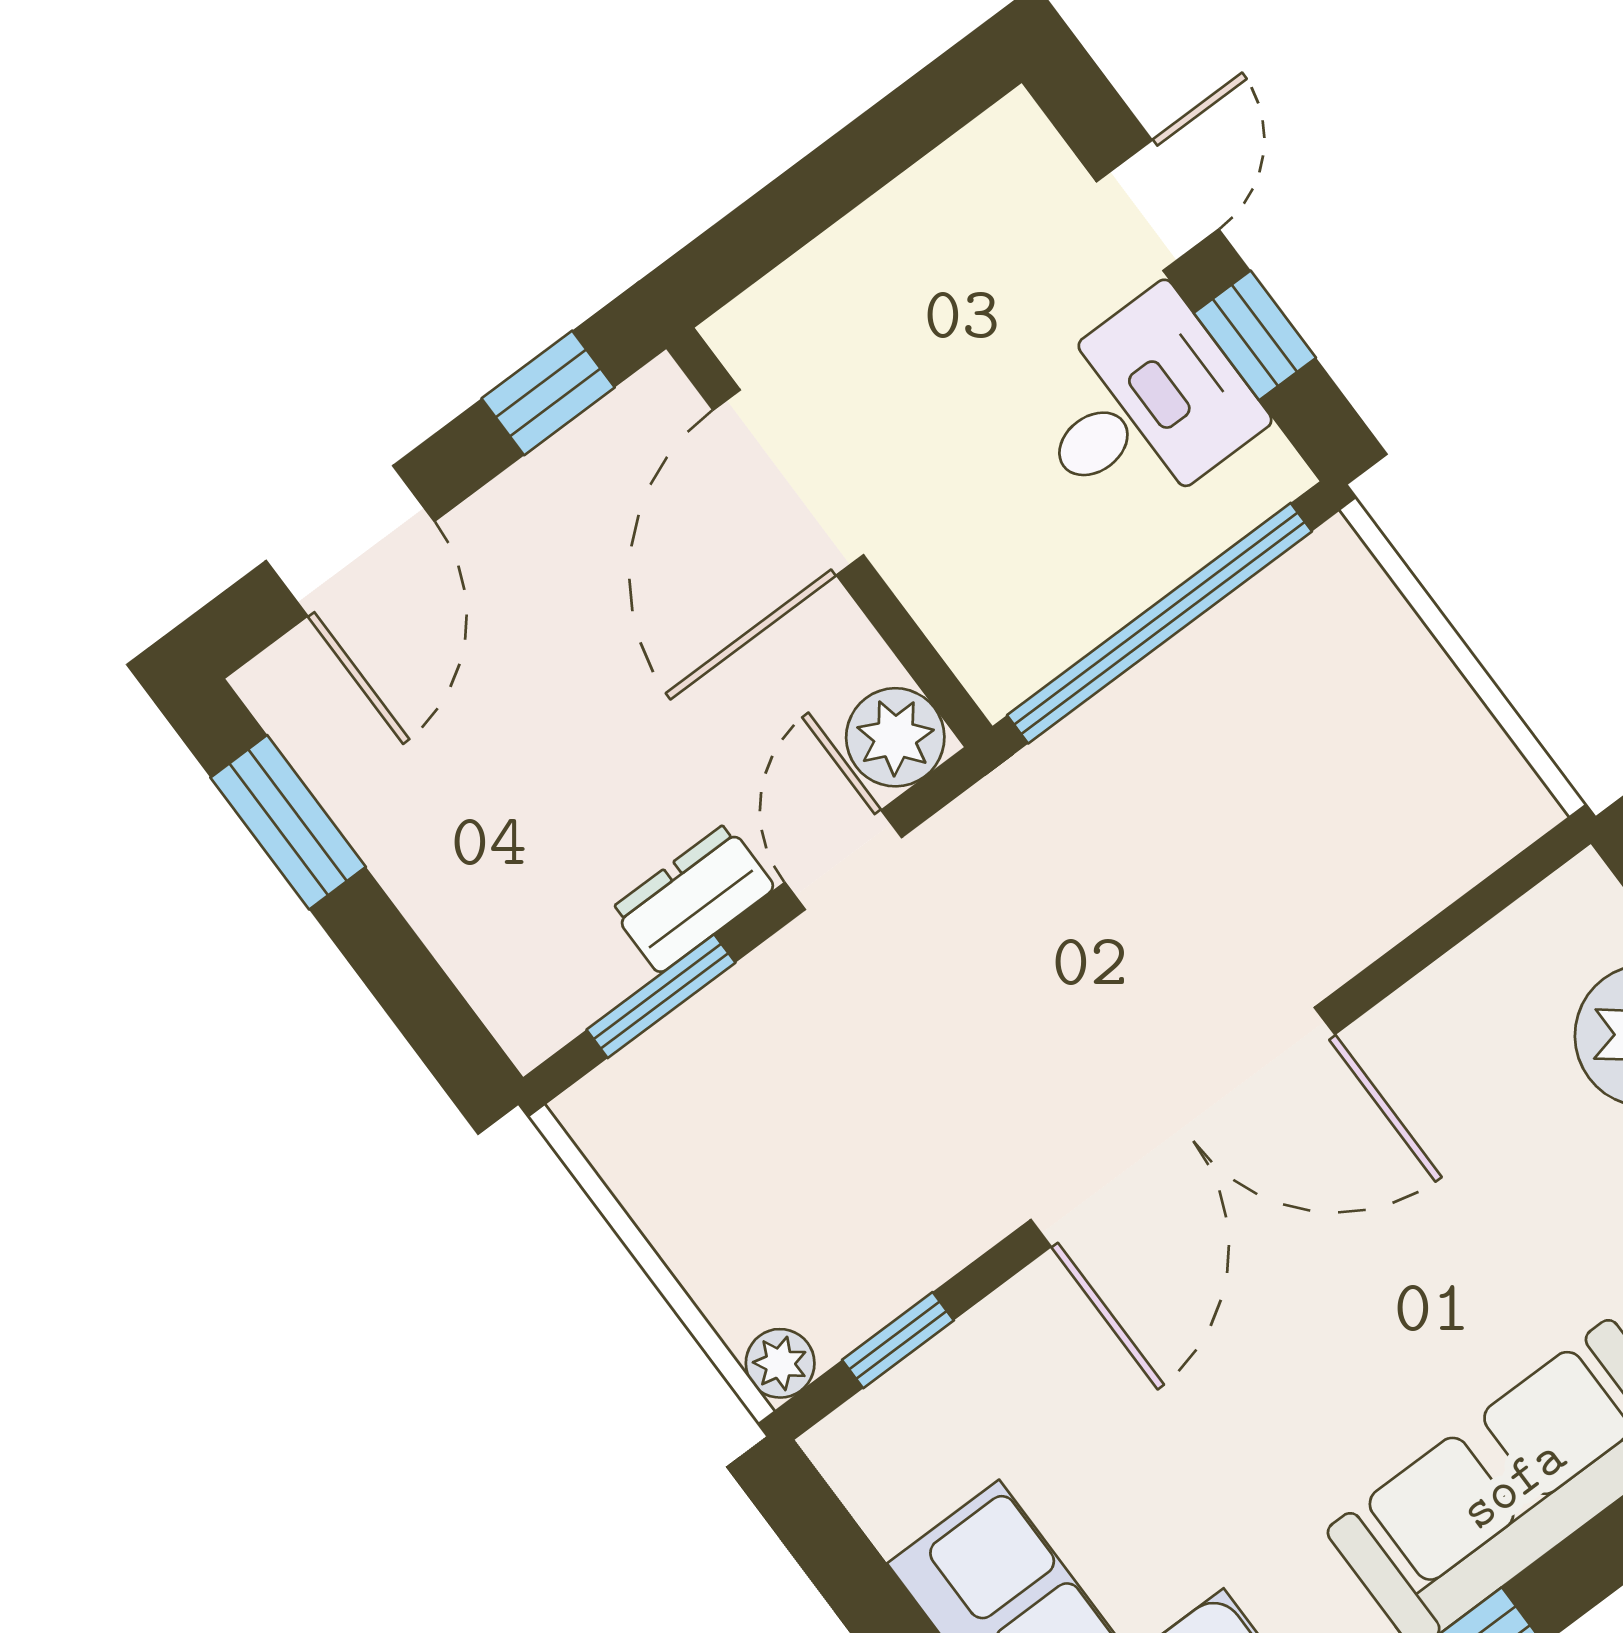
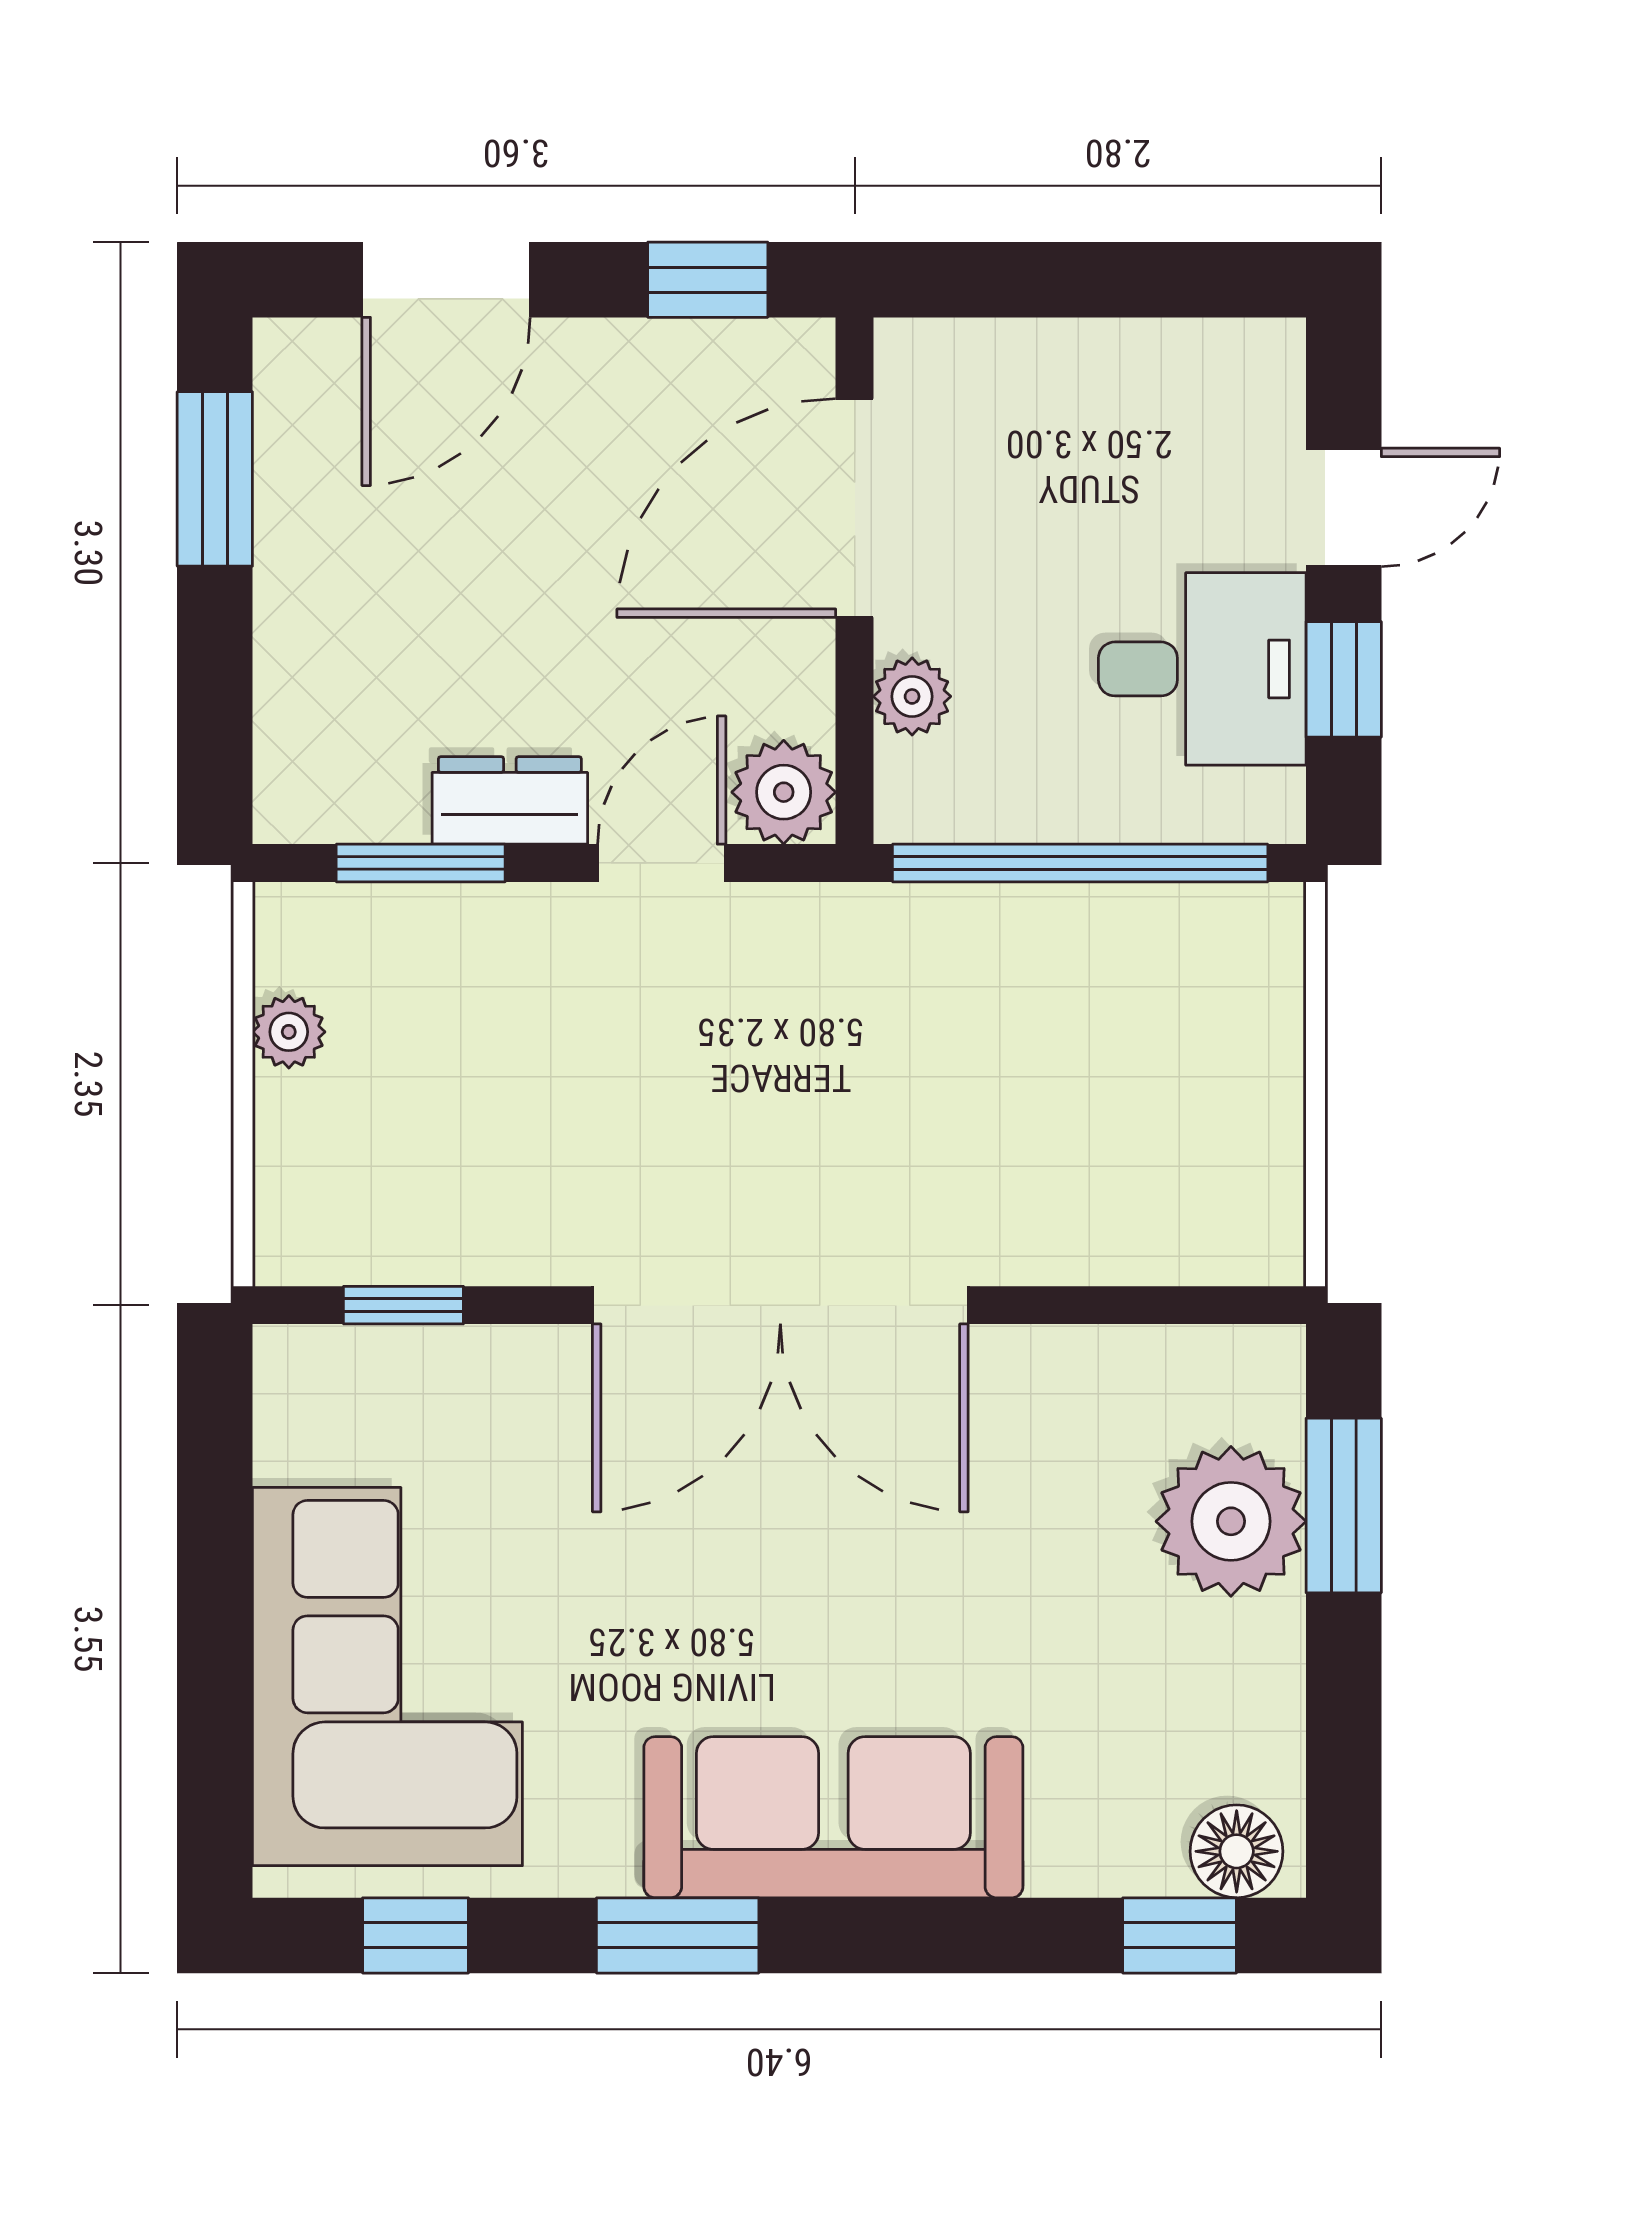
plant: (938, 592) -> (912, 696), added
plant: (780, 1363) -> (289, 1032), moved

